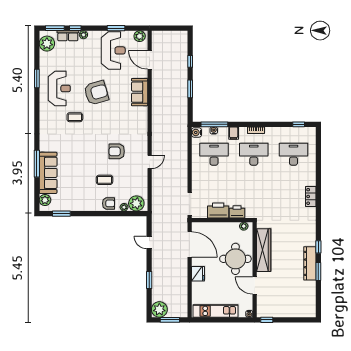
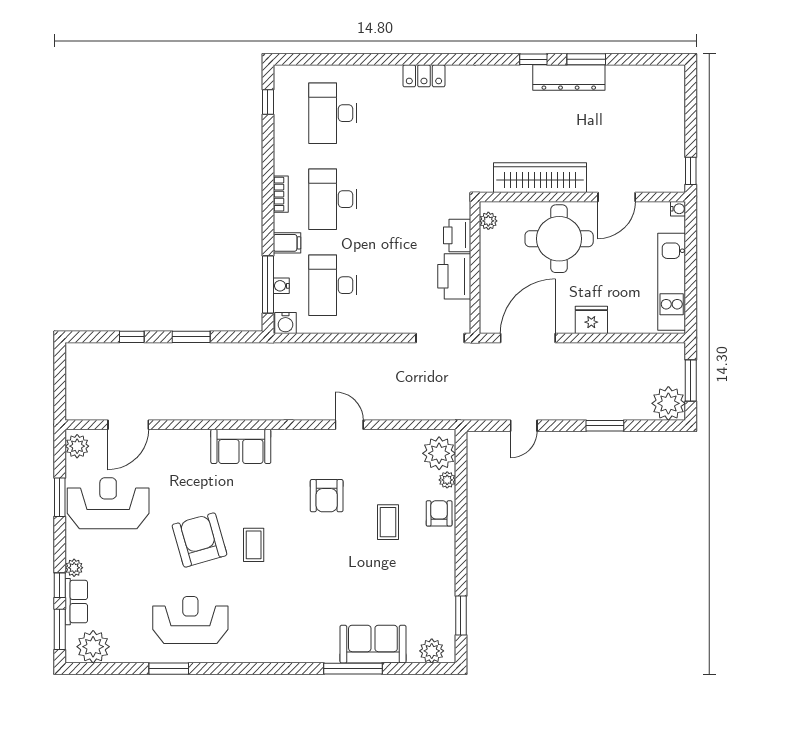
sofa: (140, 92) -> (241, 446), moved
coffee table: (75, 117) -> (254, 545), moved
sofa: (48, 173) -> (373, 644), width x0.73

